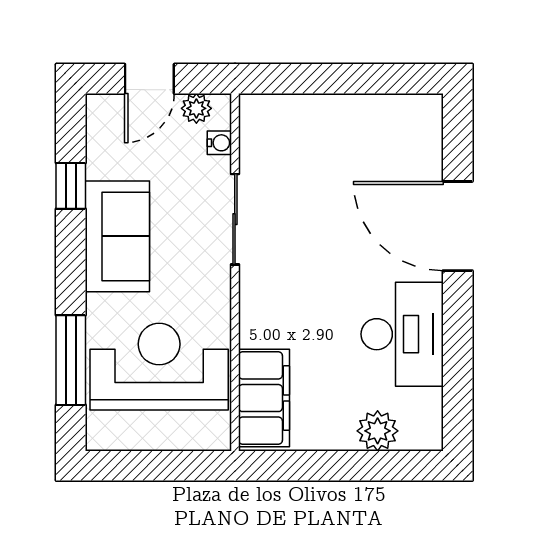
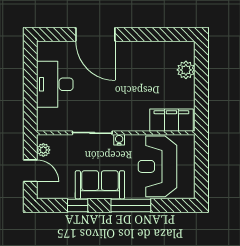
water cooler: (219, 143) -> (119, 140), moved
door: (458, 226) -> (95, 34), hinge flipped
desk: (402, 334) -> (55, 84), moved, turned -90
window: (71, 360) -> (131, 205), moved

